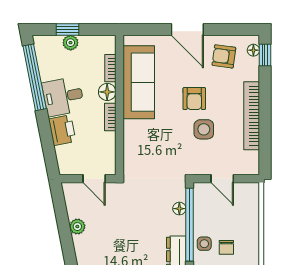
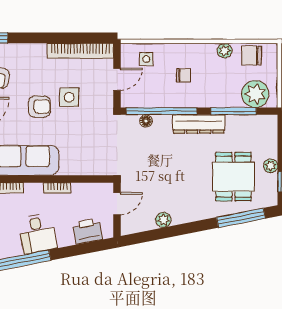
floor lamp: (107, 92) -> (33, 191), removed
bookcase: (252, 116) -> (80, 51), moved
printer: (62, 130) -> (88, 231), moved
side table: (204, 244) -> (146, 59), moved

